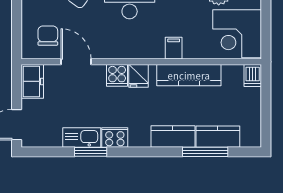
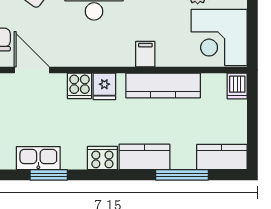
kitchen counter: (218, 137) -> (222, 157), moved
cooker: (115, 138) -> (102, 158), moved

